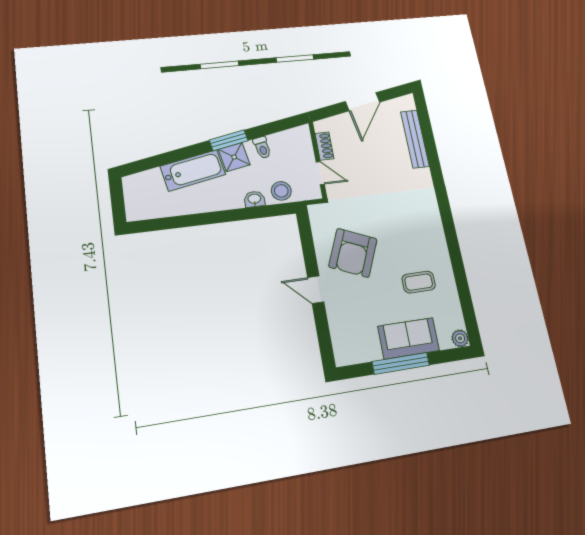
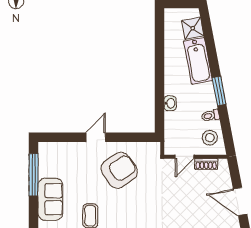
shower: (234, 157) -> (193, 28), moved
stool: (281, 191) -> (210, 138), moved
armchair: (353, 253) -> (119, 170), turned 123
window: (401, 363) -> (33, 175), moved

